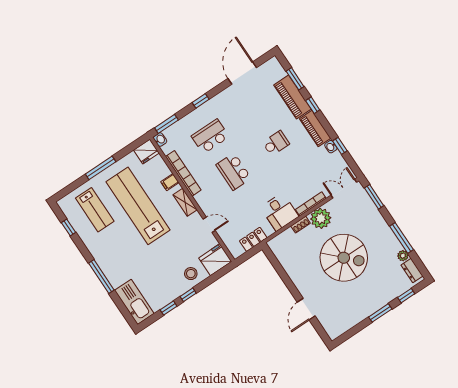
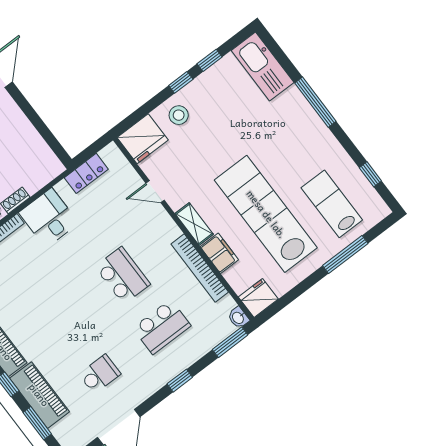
school desk: (276, 143) -> (100, 374), moved, turned 180
window: (101, 168) -> (345, 255), moved
filing cabinet: (170, 182) -> (219, 253), width x2.00
lab bench: (138, 206) -> (266, 214), turned 180

